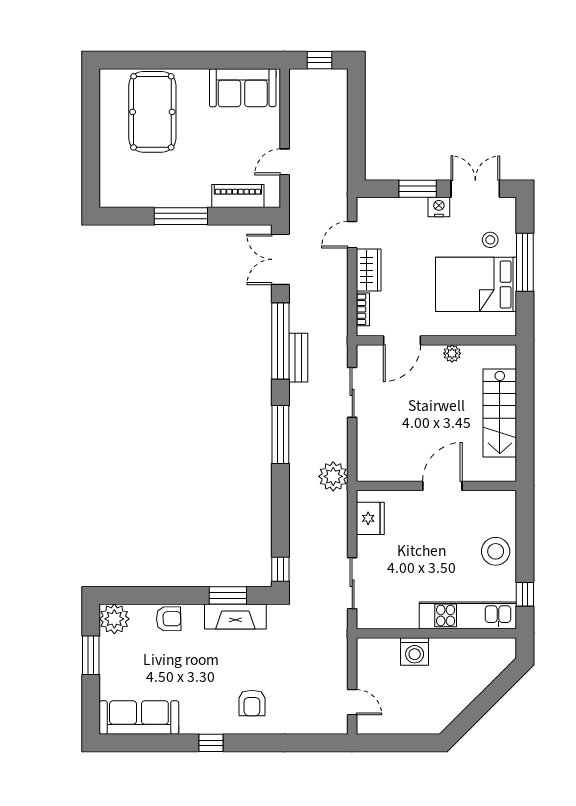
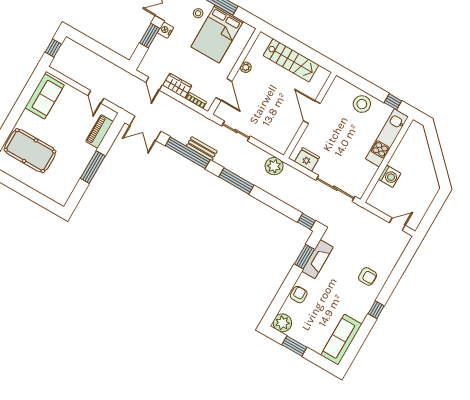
sliding door: (352, 583) -> (335, 188), width x1.37

